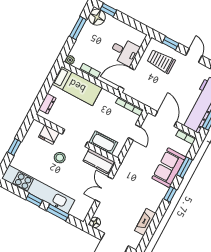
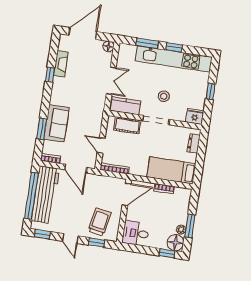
desk: (124, 52) -> (136, 233), moved
plant: (70, 60) -> (181, 230), moved
trolley: (161, 61) -> (100, 222), turned -80
fridge: (49, 135) -> (195, 116), moved
window: (170, 194) -> (50, 75), moved

